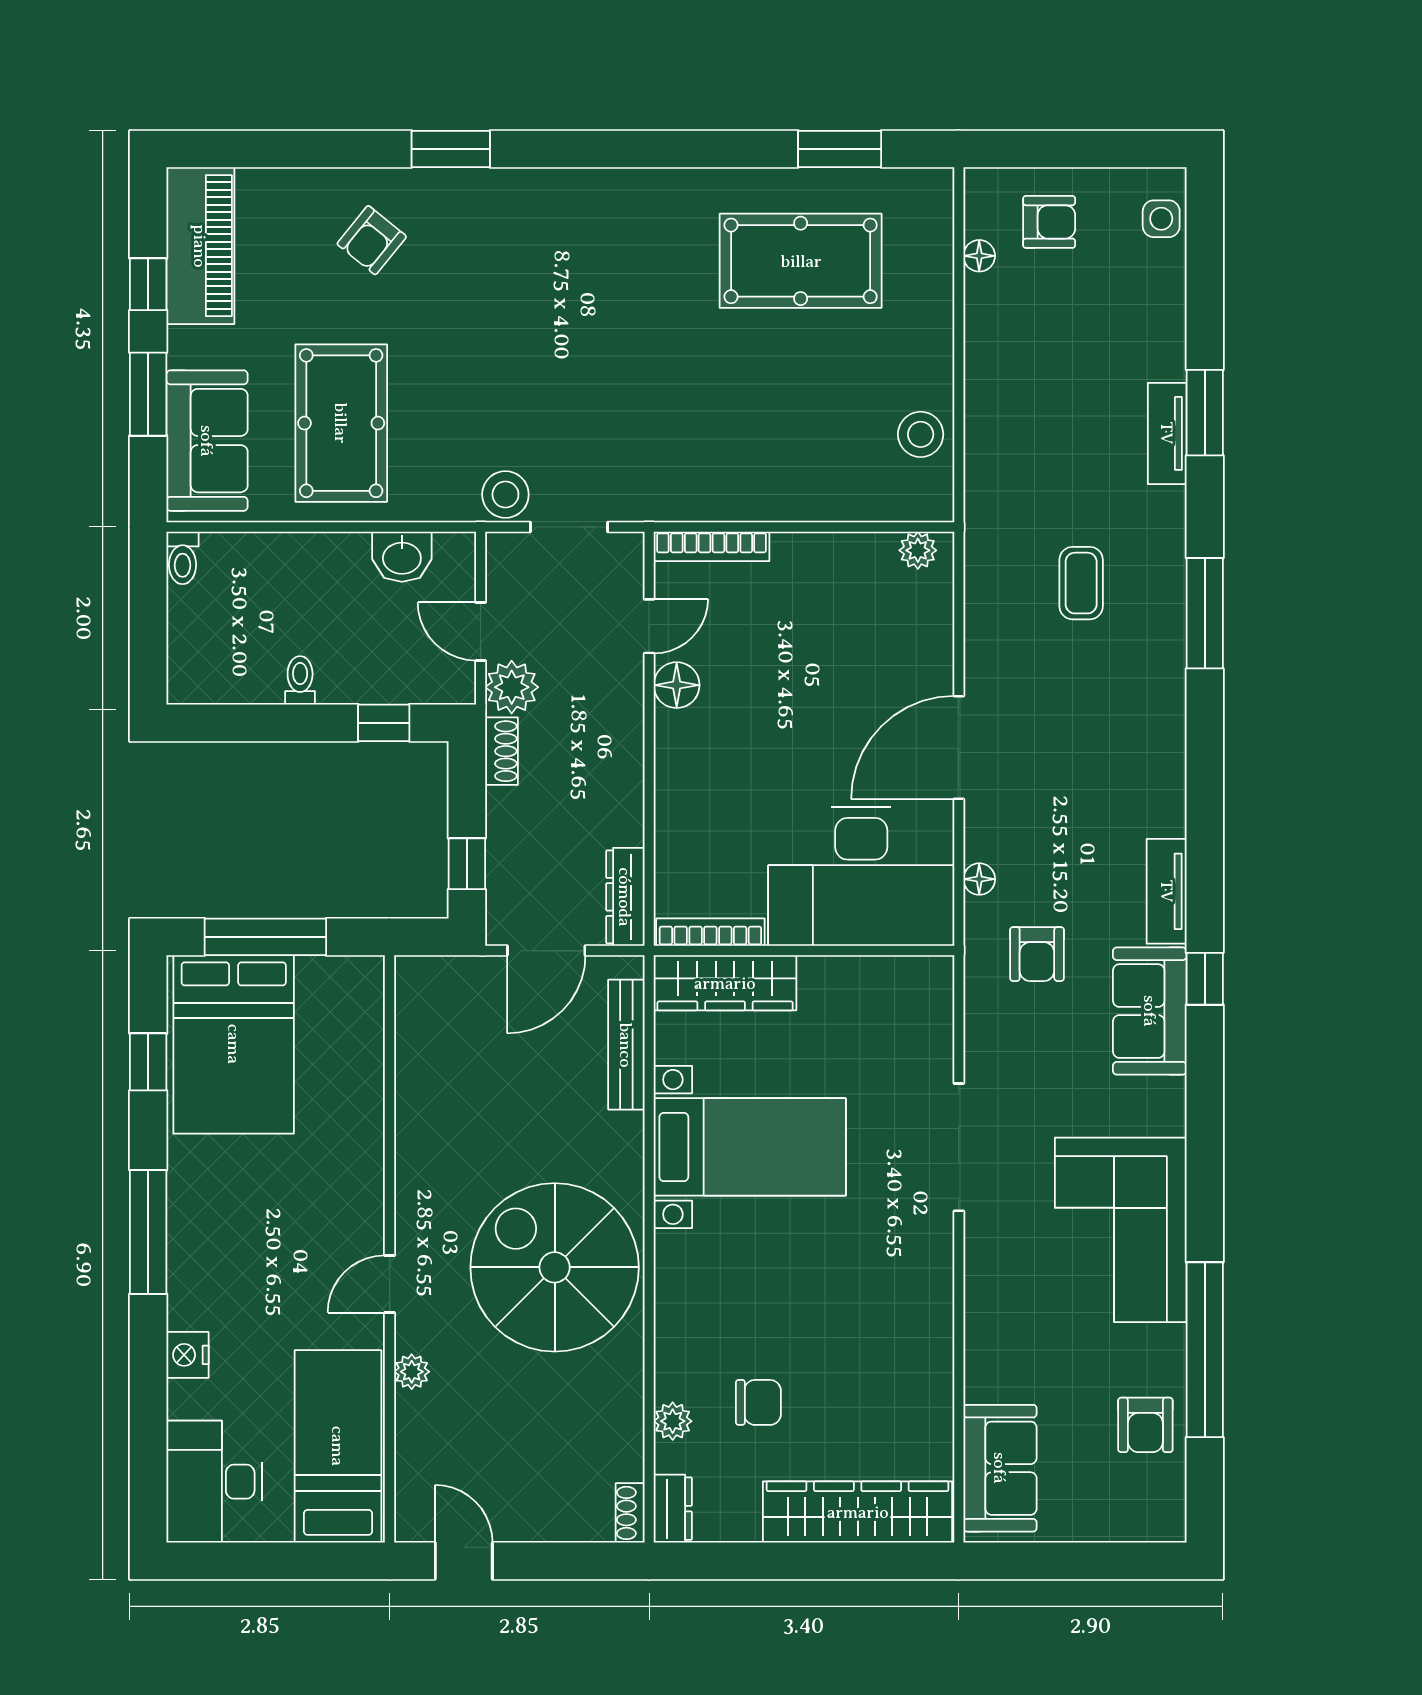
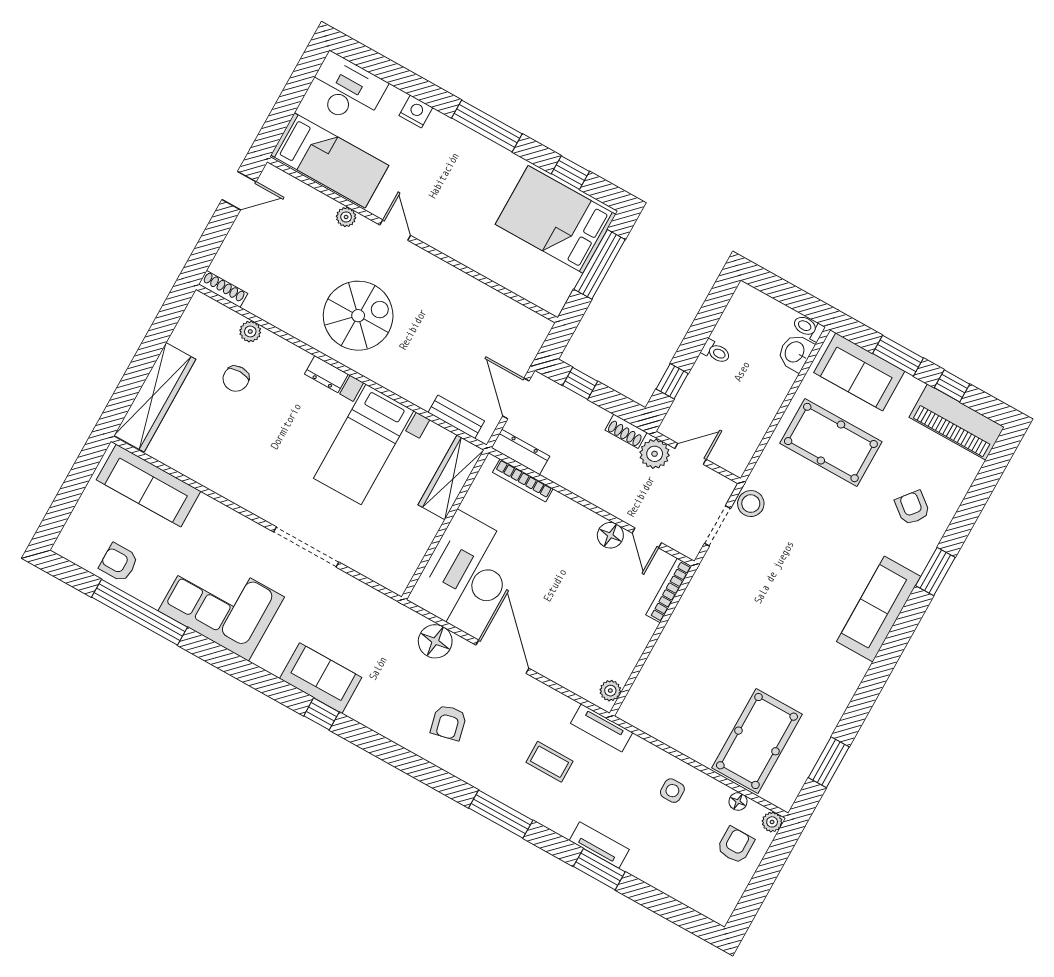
plant: (981, 185) -> (772, 822), added
sofa: (558, 204) -> (879, 609), added
side table: (1161, 219) -> (672, 791), moved
armchair: (1049, 222) -> (735, 845), turned 180
pool table: (801, 261) -> (757, 741), moved
stool: (921, 434) -> (666, 724), removed
washbasin: (402, 557) -> (795, 352), moved
floor lamp: (979, 879) -> (435, 641), width x1.89, depth x1.89
tv unit: (1167, 891) -> (602, 728), moved, turned 180
bookcase: (710, 932) -> (523, 481), moved, turned 90
armchair: (1037, 954) -> (449, 722), moved, turned -103
bench: (626, 1045) -> (456, 417), width x0.73
spiral stairs: (555, 1267) -> (358, 316), width x0.73, depth x0.73
sofa: (1000, 1468) -> (149, 485), width x1.36
dresser: (673, 1509) -> (326, 374), moved
shoe rack: (630, 1513) -> (223, 289), width x1.43

